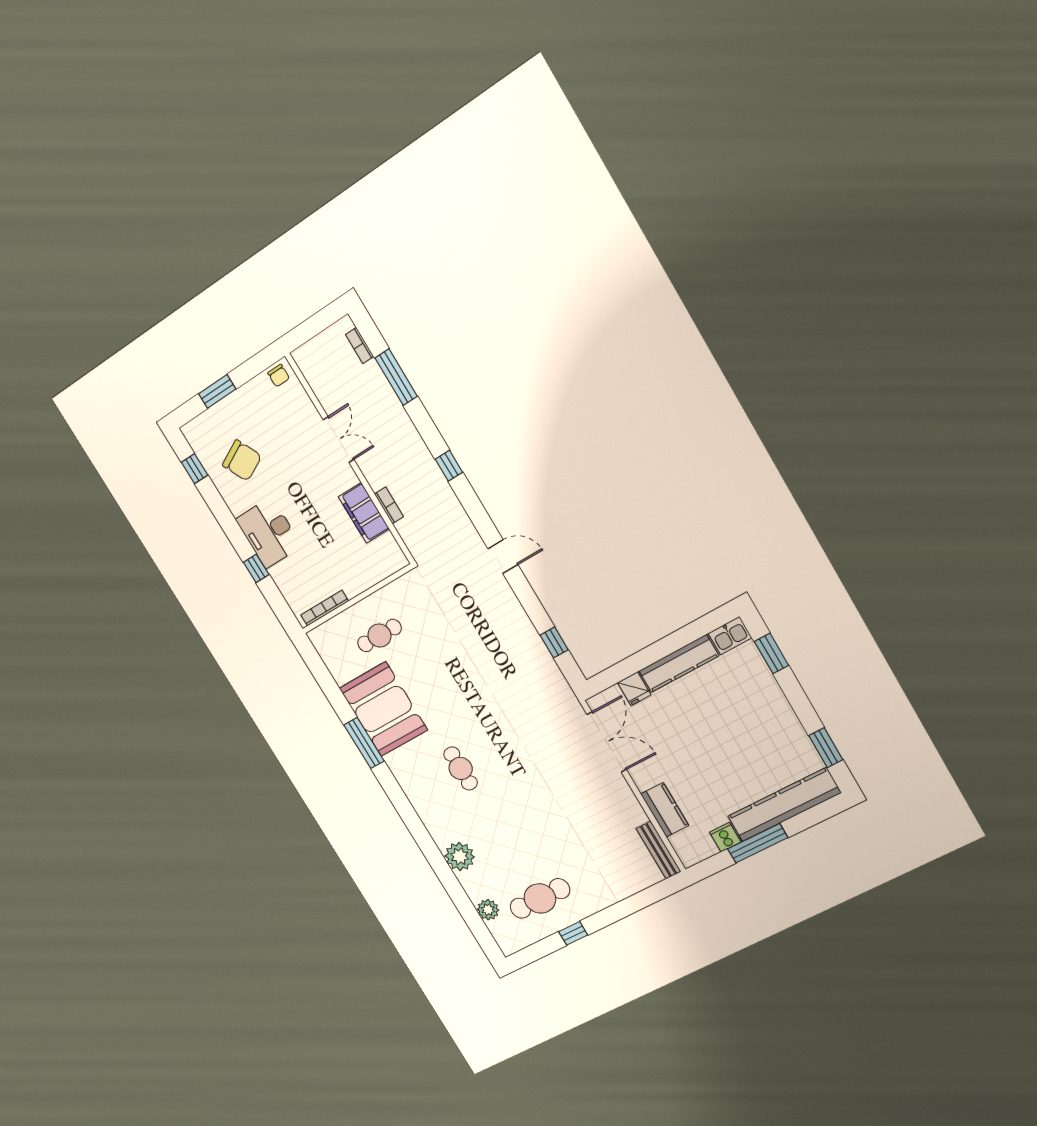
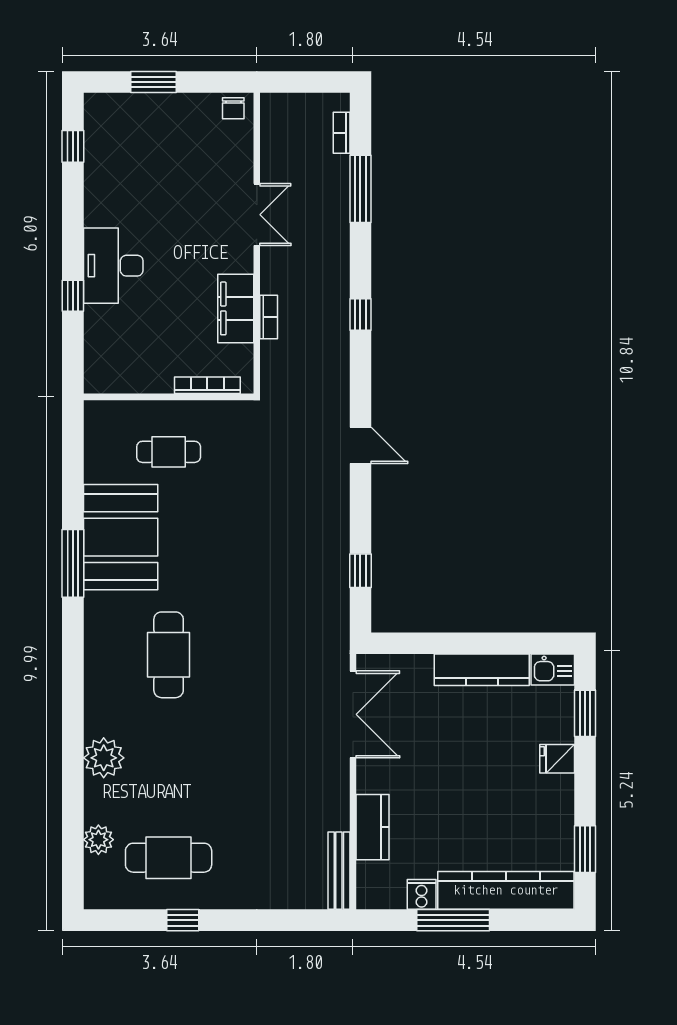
chair: (242, 461) -> (133, 171), removed
bookcase: (325, 608) -> (207, 385), moved
fridge: (634, 689) -> (557, 759), moved, turned 90
cafe table: (461, 768) -> (169, 655), width x1.37, depth x1.35

